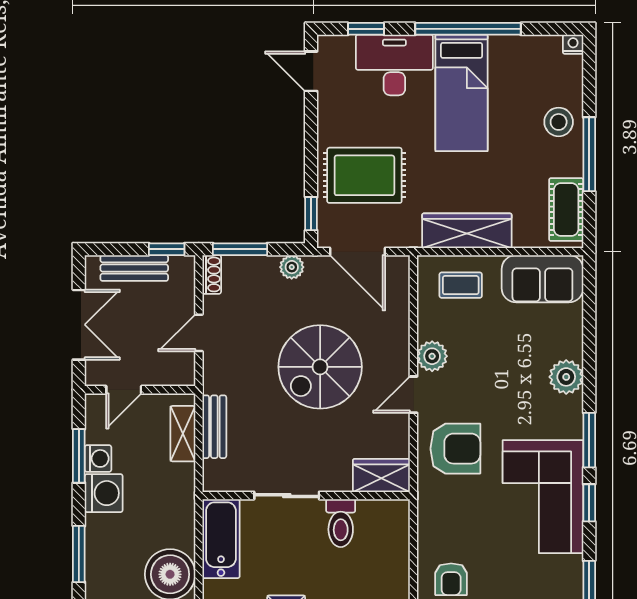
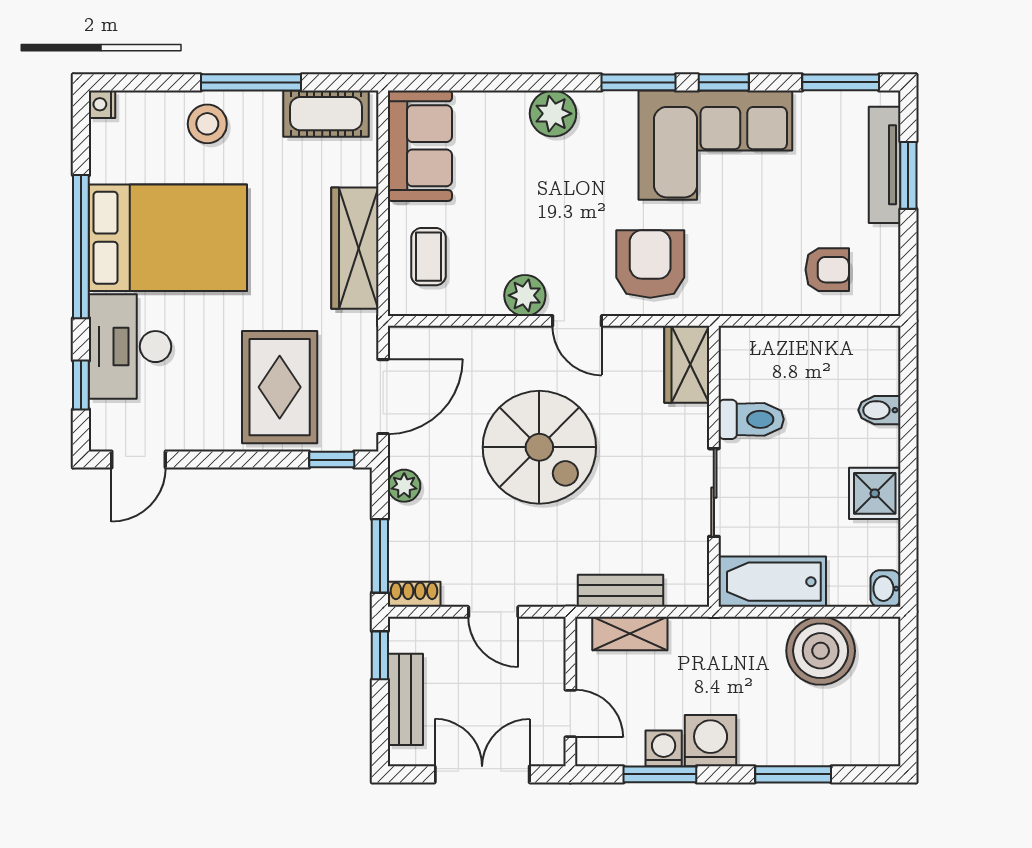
bed: (462, 93) -> (168, 238), width x1.50

